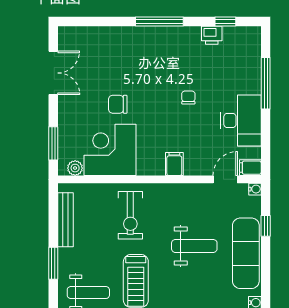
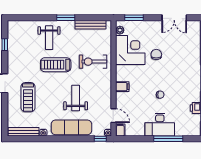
desk: (241, 120) -> (160, 125), moved
window: (266, 226) -> (100, 139), moved
weight bench: (194, 246) -> (76, 98), turned 180

